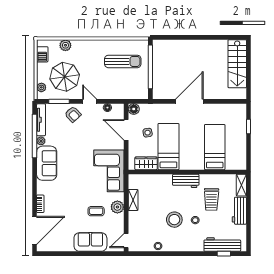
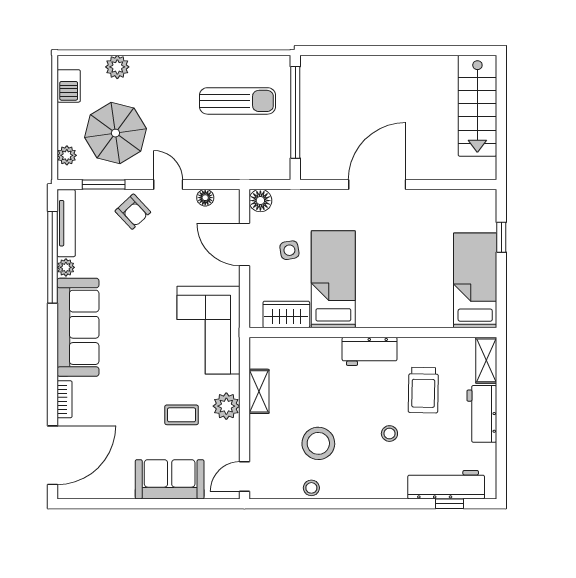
bed: (215, 147) -> (475, 280), moved
sofa: (47, 163) -> (78, 327), width x1.36
stool: (174, 220) -> (318, 443), moved

